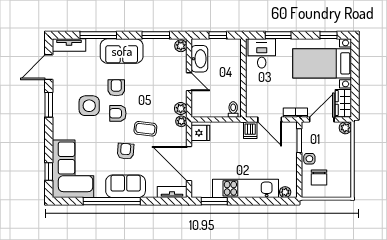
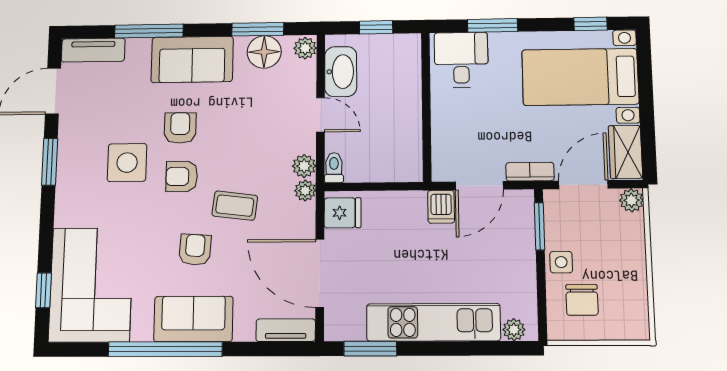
floor lamp: (159, 48) -> (264, 52), added
toilet: (233, 110) -> (334, 168), moved
door: (270, 120) -> (479, 186), hinge flipped

